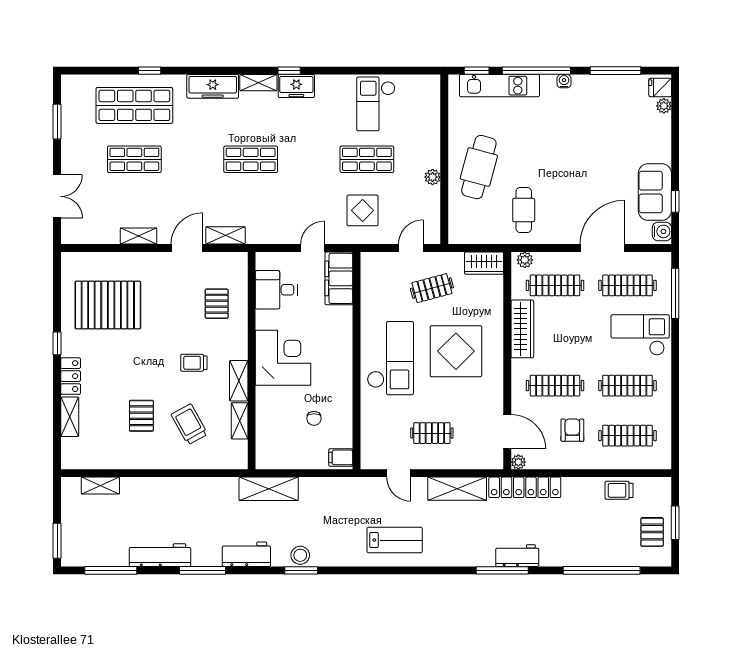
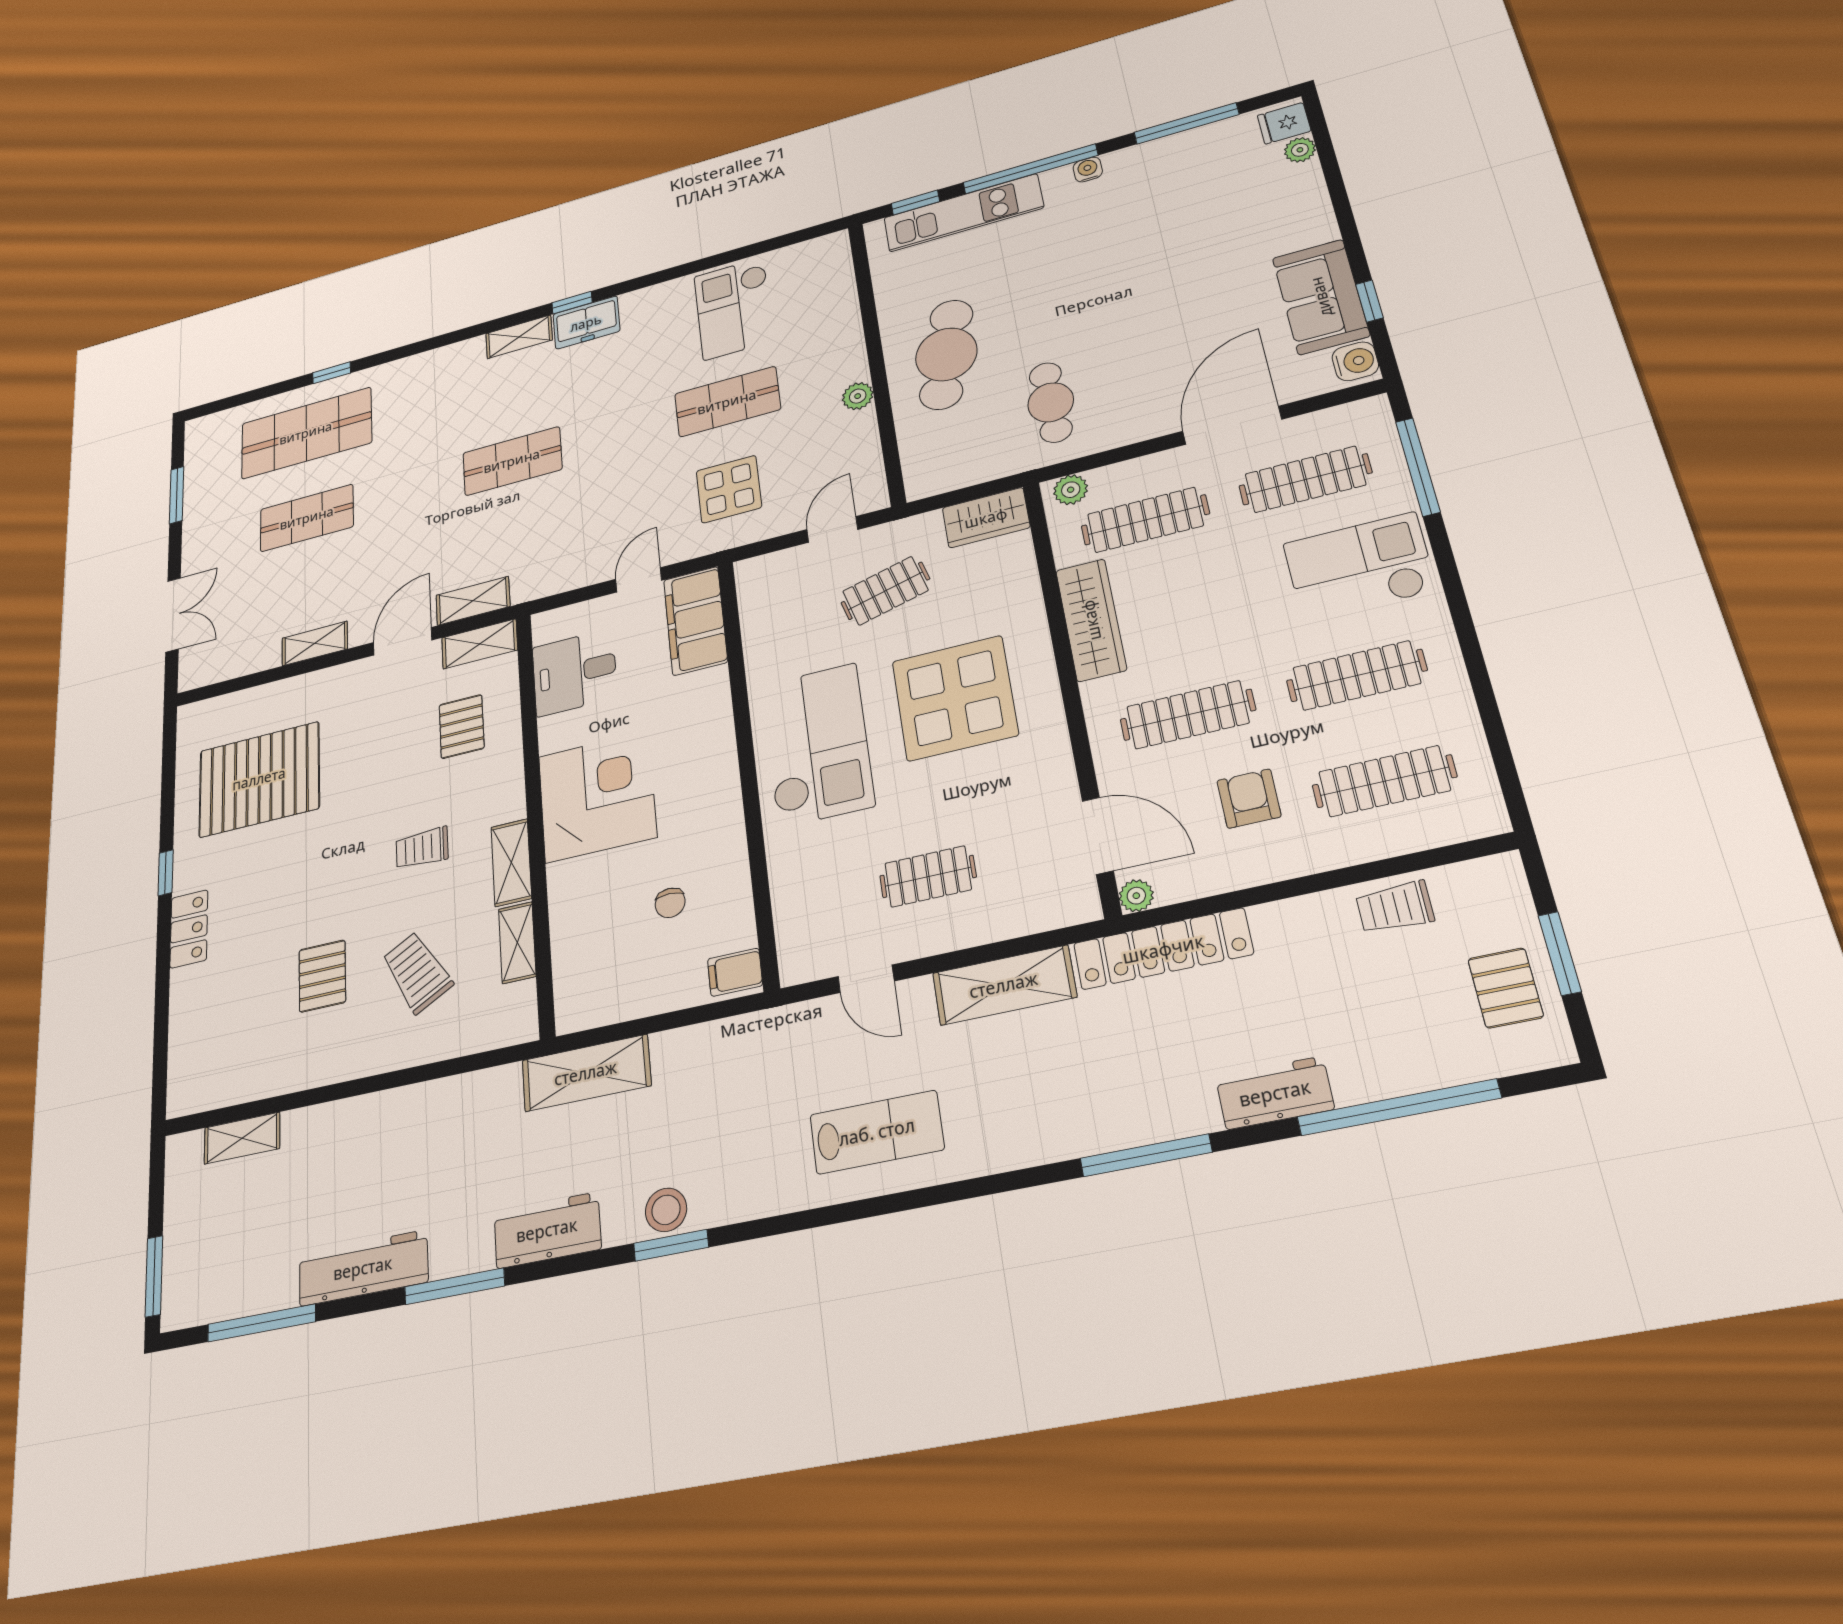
freezer: (213, 86) -> (440, 365), removed
shelving: (70, 417) -> (480, 644), moved, turned 90
workbench: (517, 556) -> (1275, 1093), moved

